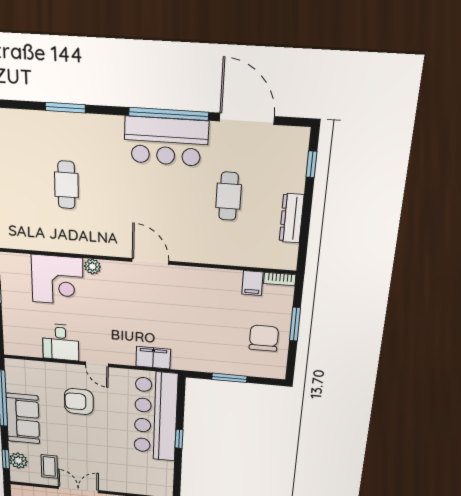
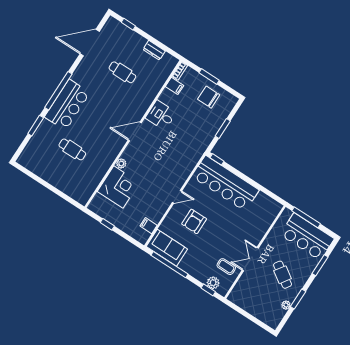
window: (169, 114) -> (58, 91), moved
bar counter: (166, 141) -> (67, 105), moved
dresser: (292, 218) -> (154, 50), width x0.70
desk: (61, 342) -> (161, 115), moved, turned 180
filing cabinet: (153, 358) -> (149, 226), moved, width x0.50
sofa: (23, 418) -> (167, 248), moved
window: (179, 439) -> (217, 159), moved

